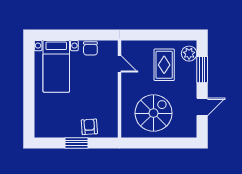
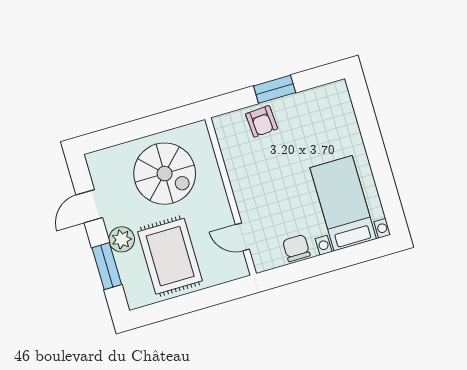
plant: (189, 54) -> (122, 239), moved
rug: (164, 65) -> (170, 256), width x1.36, depth x1.43
spiral stairs: (154, 113) -> (165, 174), turned -90

